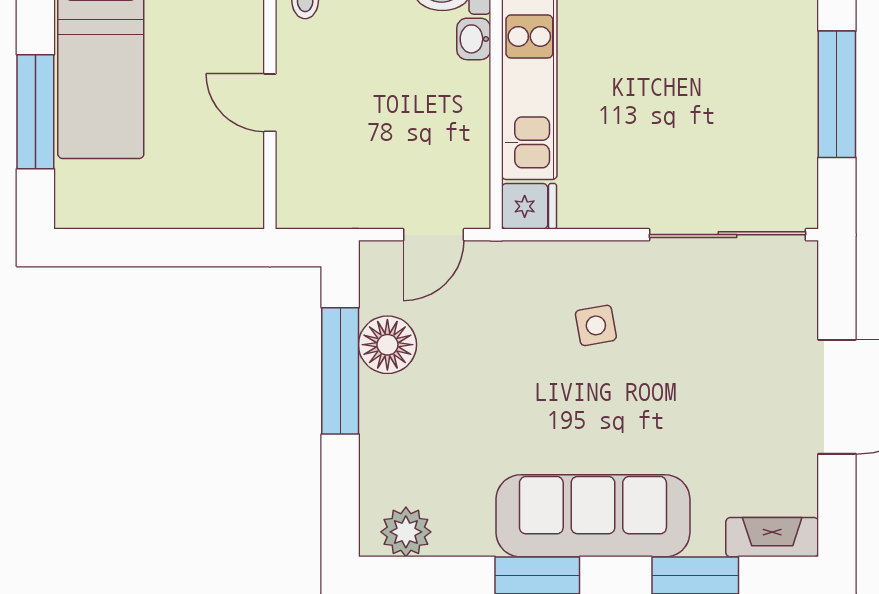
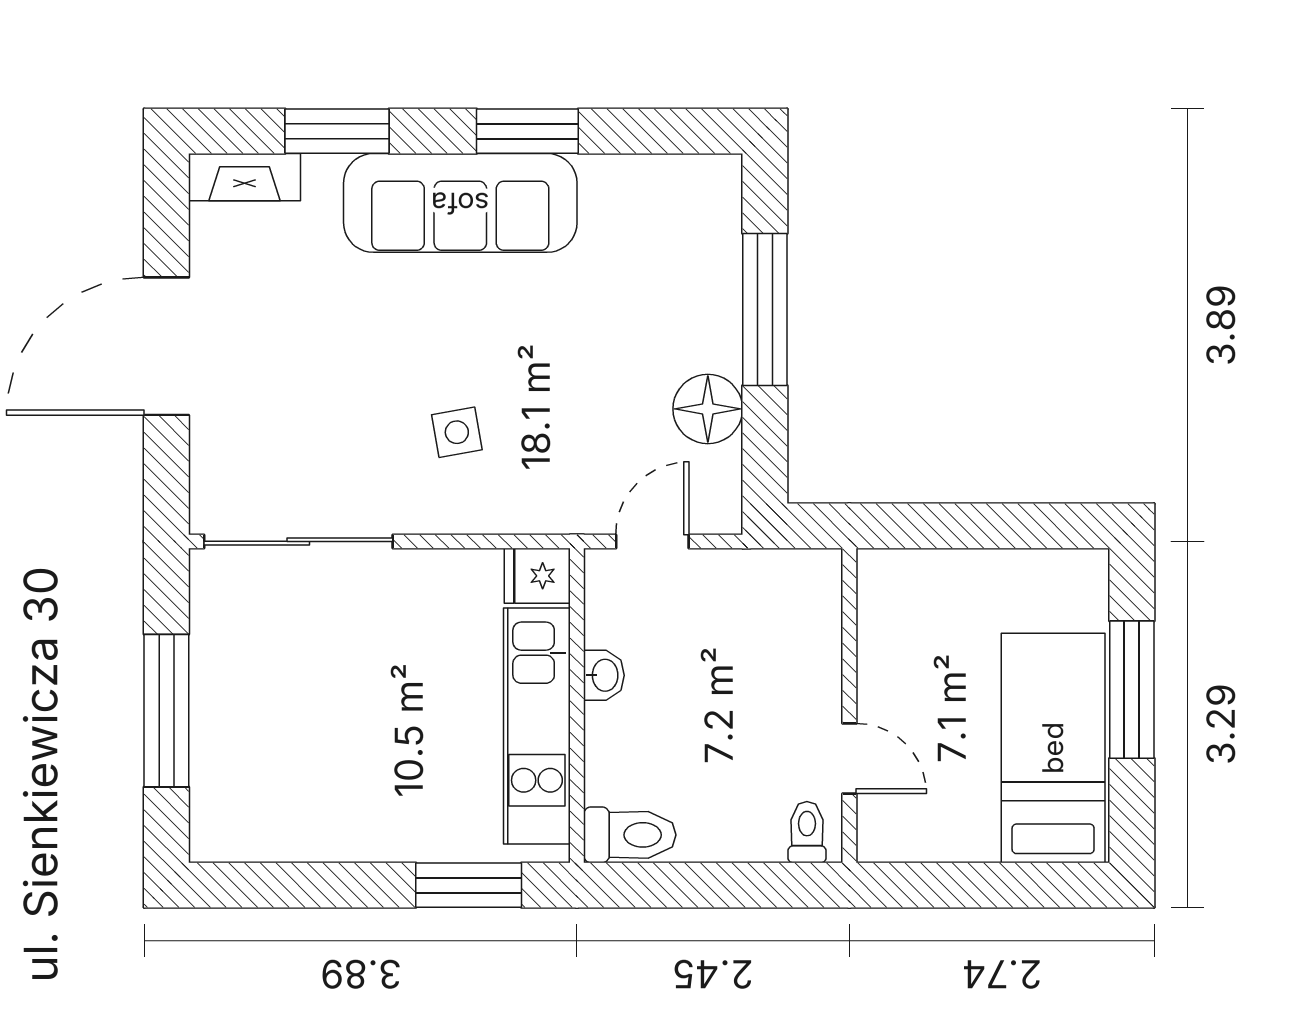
washbasin: (474, 39) -> (604, 675), moved
door: (270, 103) -> (849, 758), moved
window: (340, 371) -> (765, 309), moved
plant: (406, 532) -> (686, 184), removed

